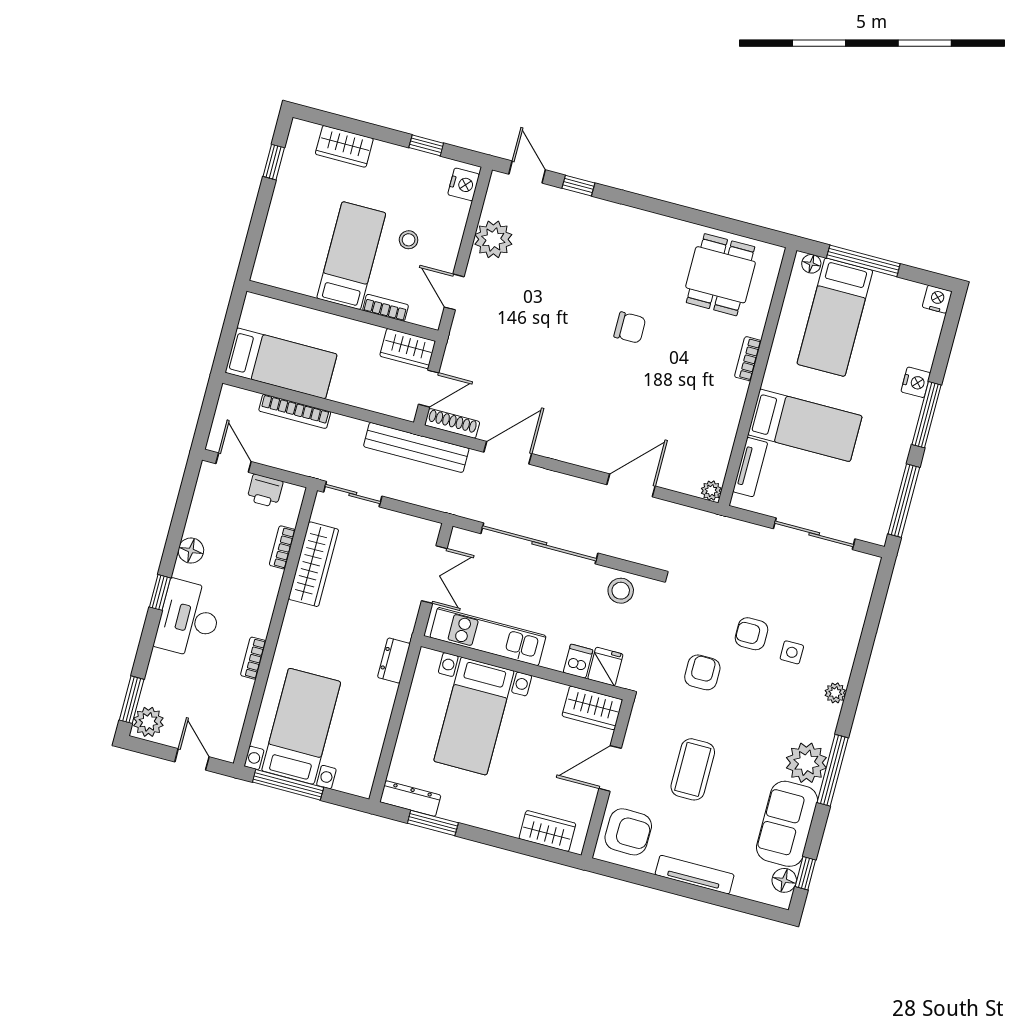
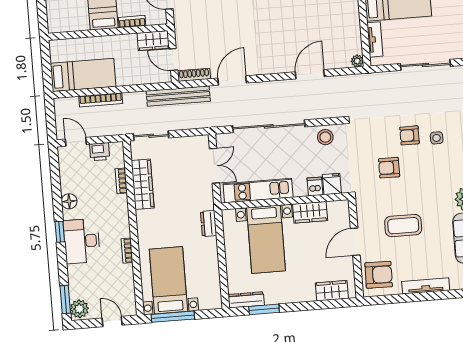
door: (429, 389) -> (173, 60), swing flipped
armchair: (702, 672) -> (389, 168), turned -90
wardrobe: (592, 708) -> (310, 212), moved
coffee table: (693, 769) -> (403, 226), turned 90

